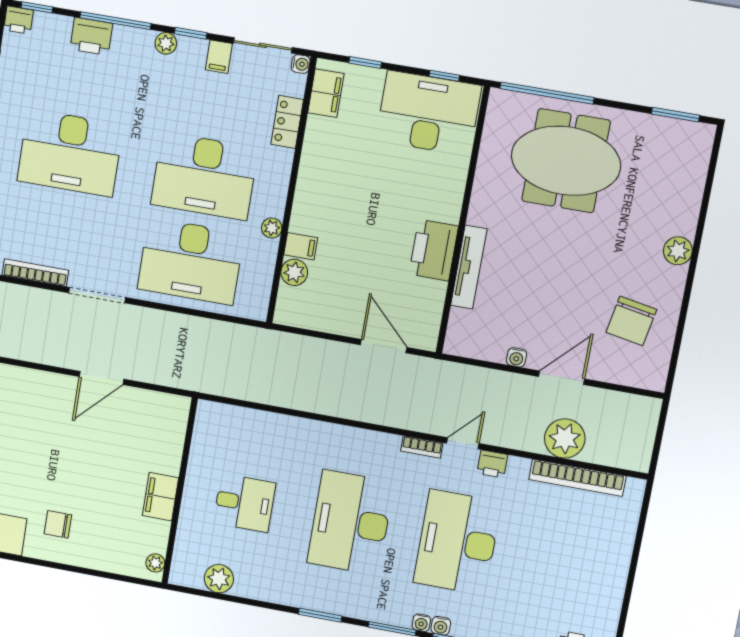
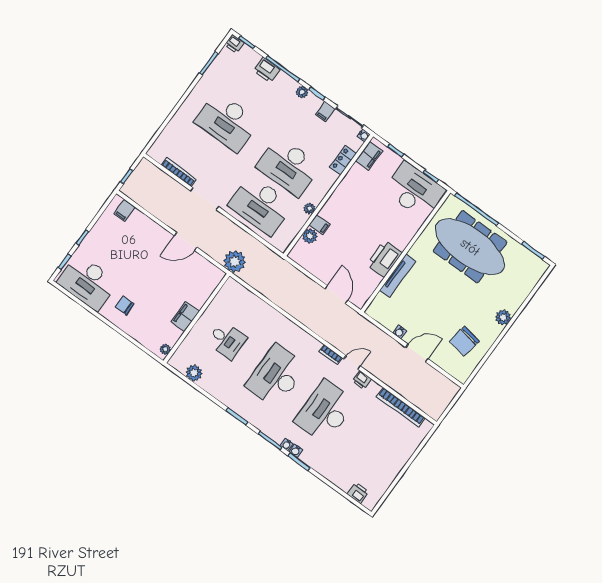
meeting table: (566, 161) -> (470, 247), width x1.36
plant: (565, 438) -> (235, 261), moved

